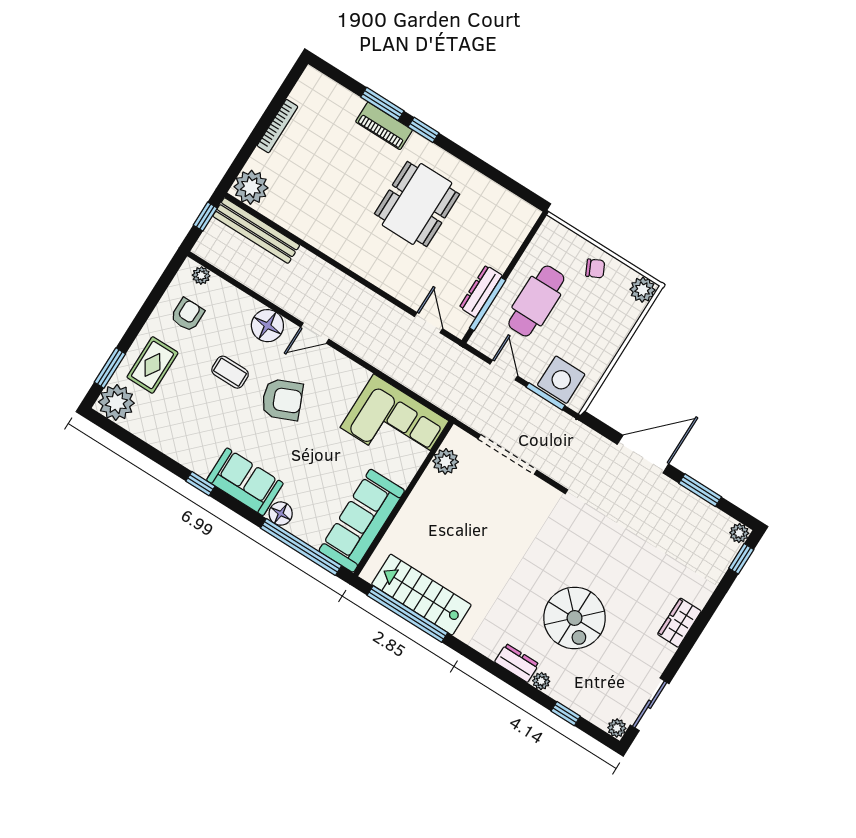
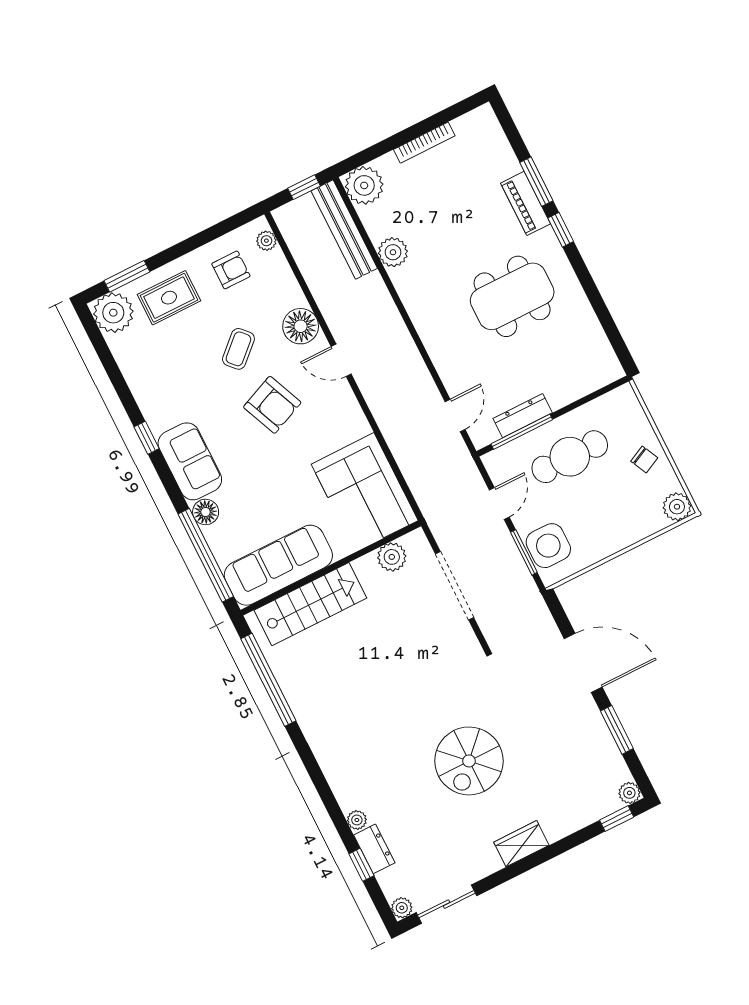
plant: (304, 225) -> (393, 252), added
coffee table: (230, 372) -> (238, 349), turned 47
stairs: (421, 595) -> (310, 604), moved, turned 90
spiral stairs: (575, 618) -> (469, 761), moved
dresser: (517, 663) -> (374, 849), moved

